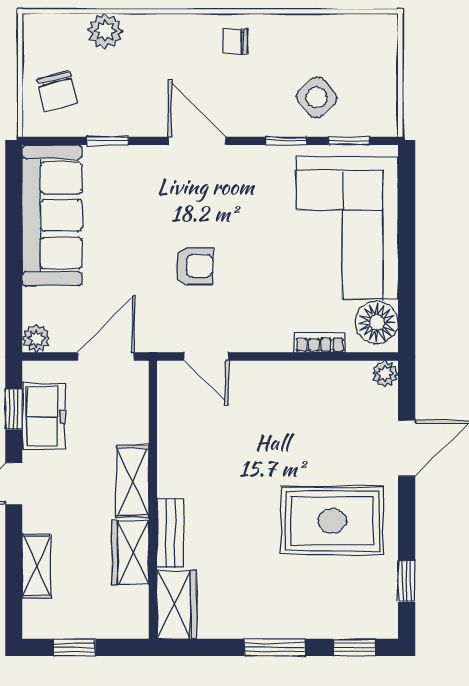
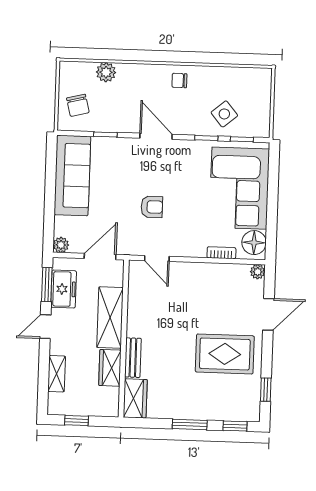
window: (14, 409) -> (47, 285), width x1.50
shelving: (133, 482) -> (110, 318), width x1.50, depth x1.33

